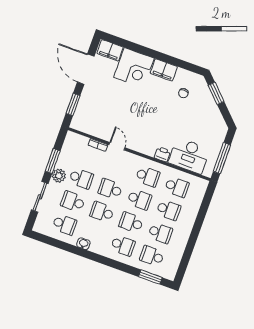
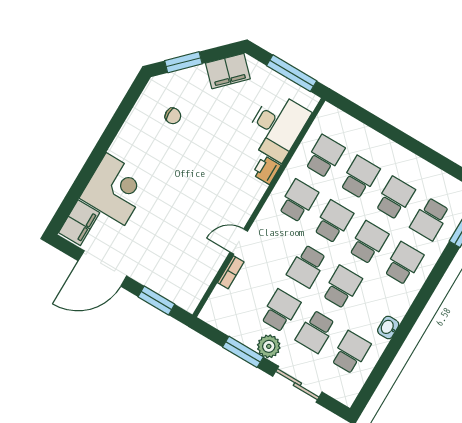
filing cabinet: (164, 70) -> (228, 71), moved, turned 45
school desk: (102, 212) -> (342, 287), turned 180
school desk: (131, 222) -> (368, 243), turned 180

